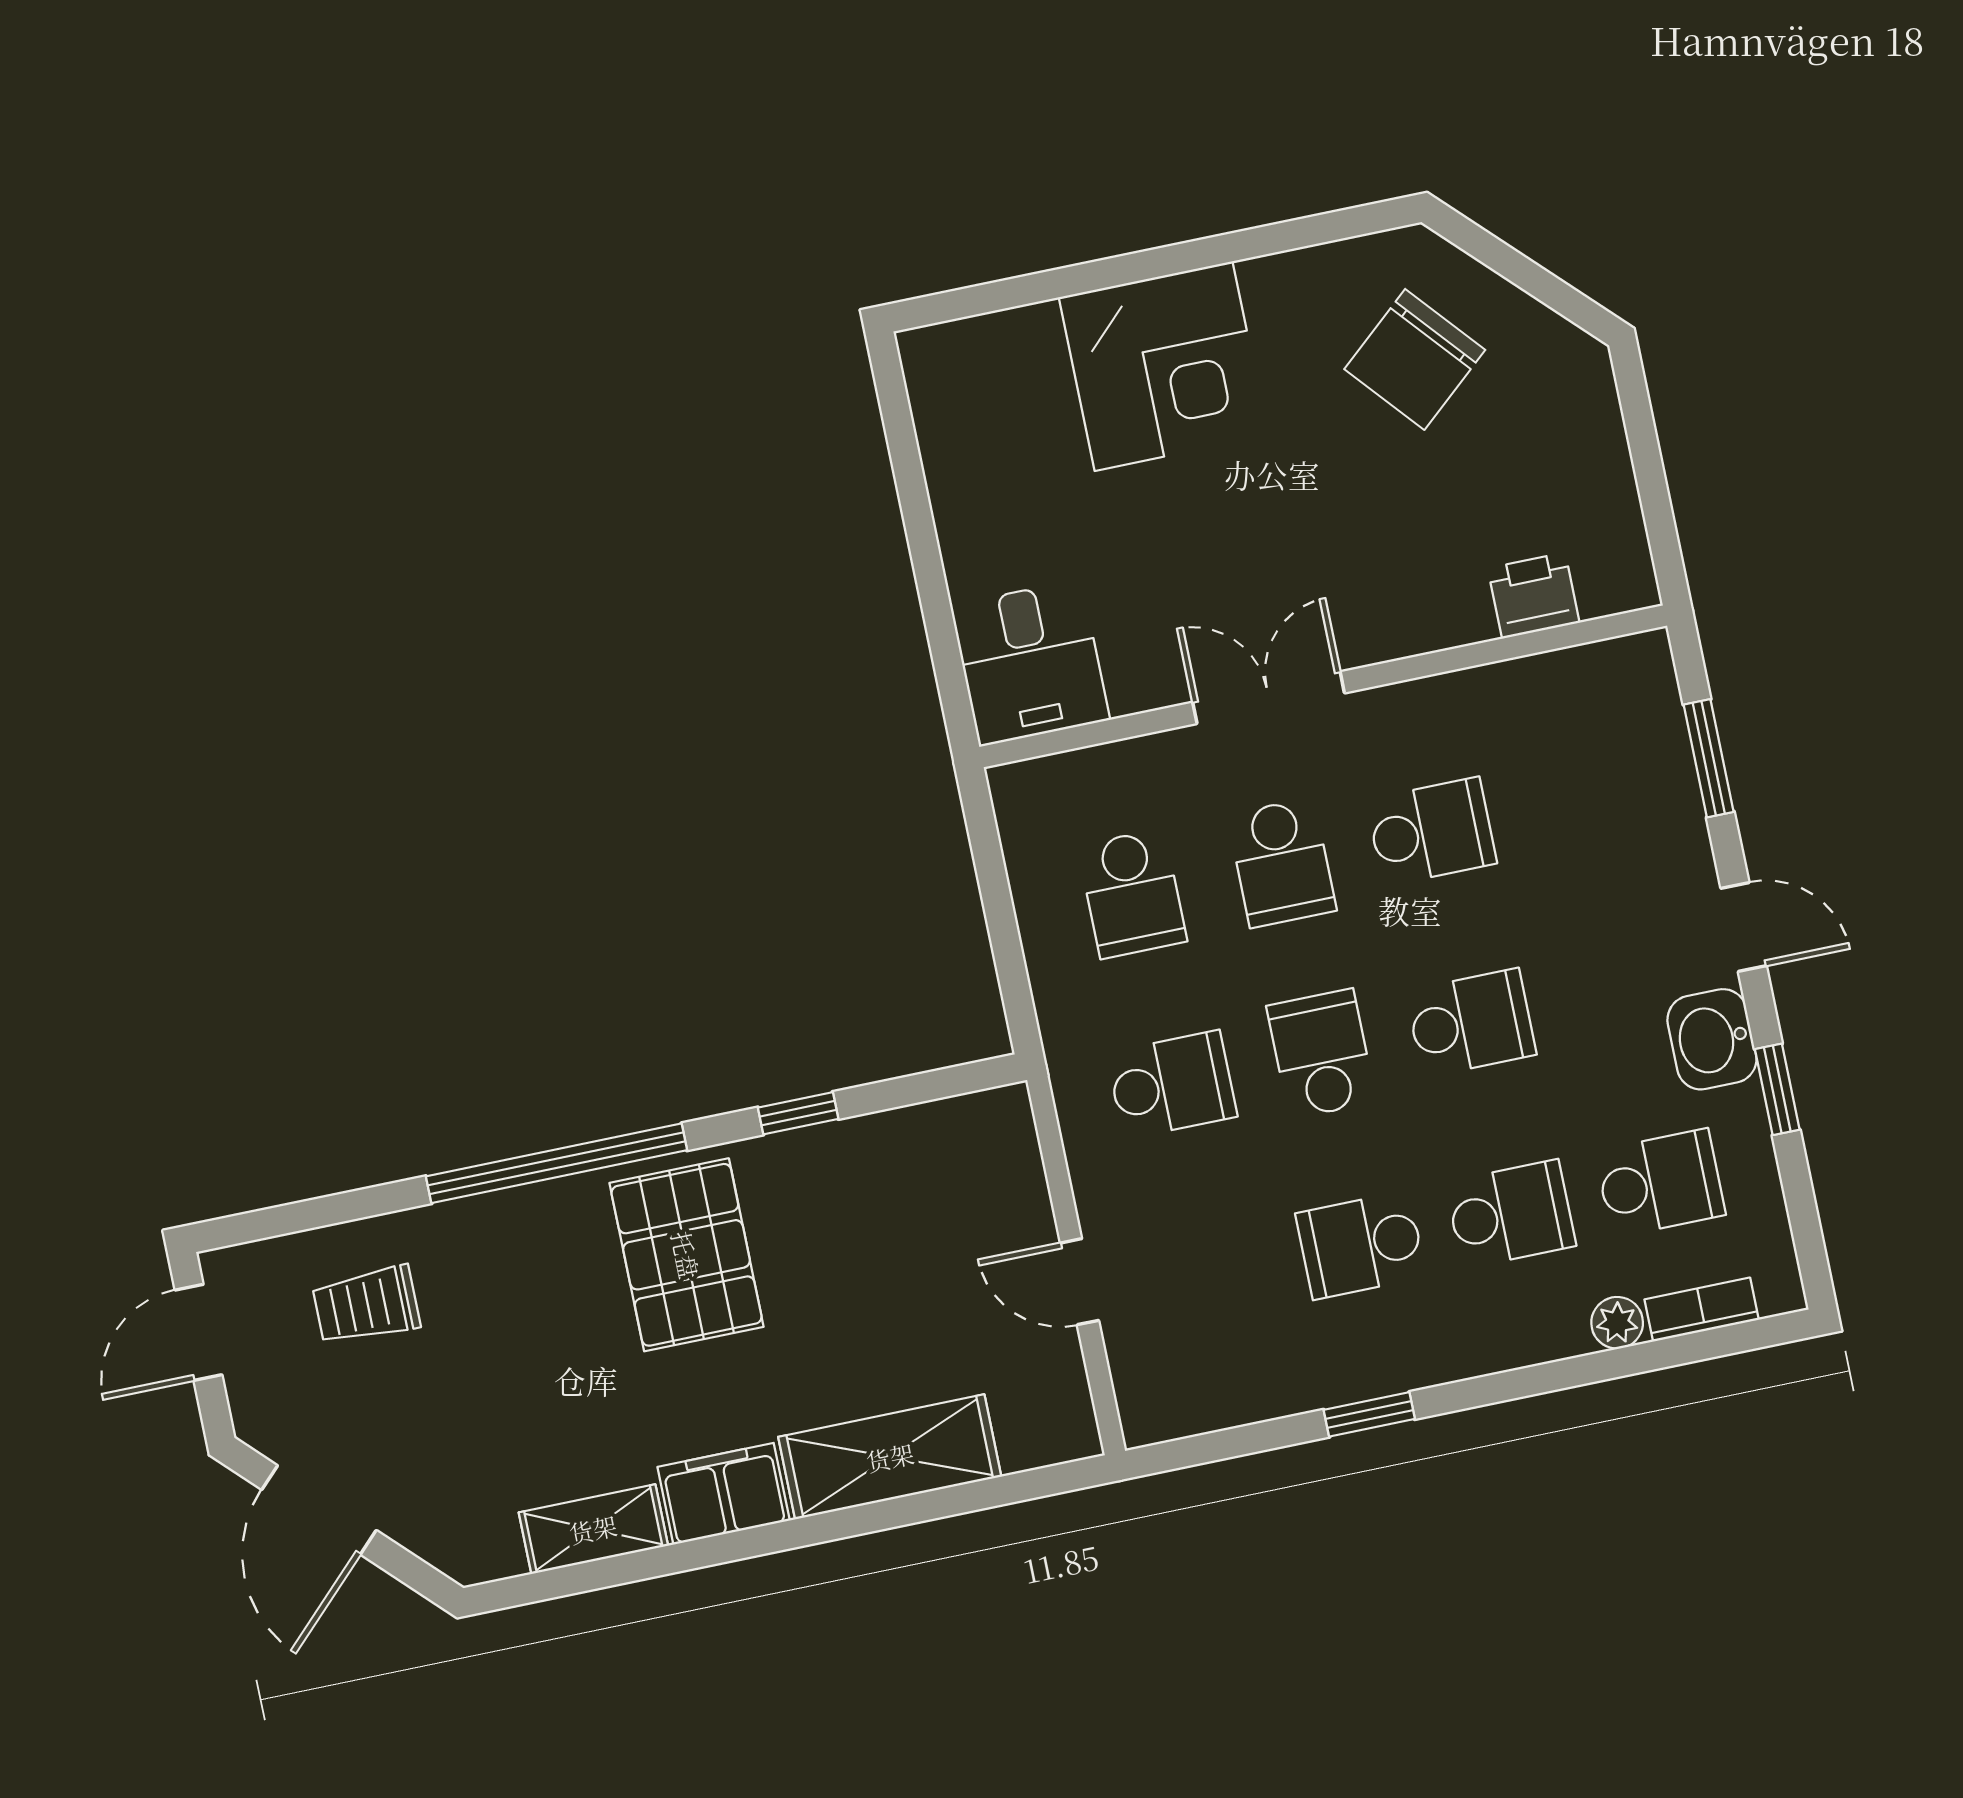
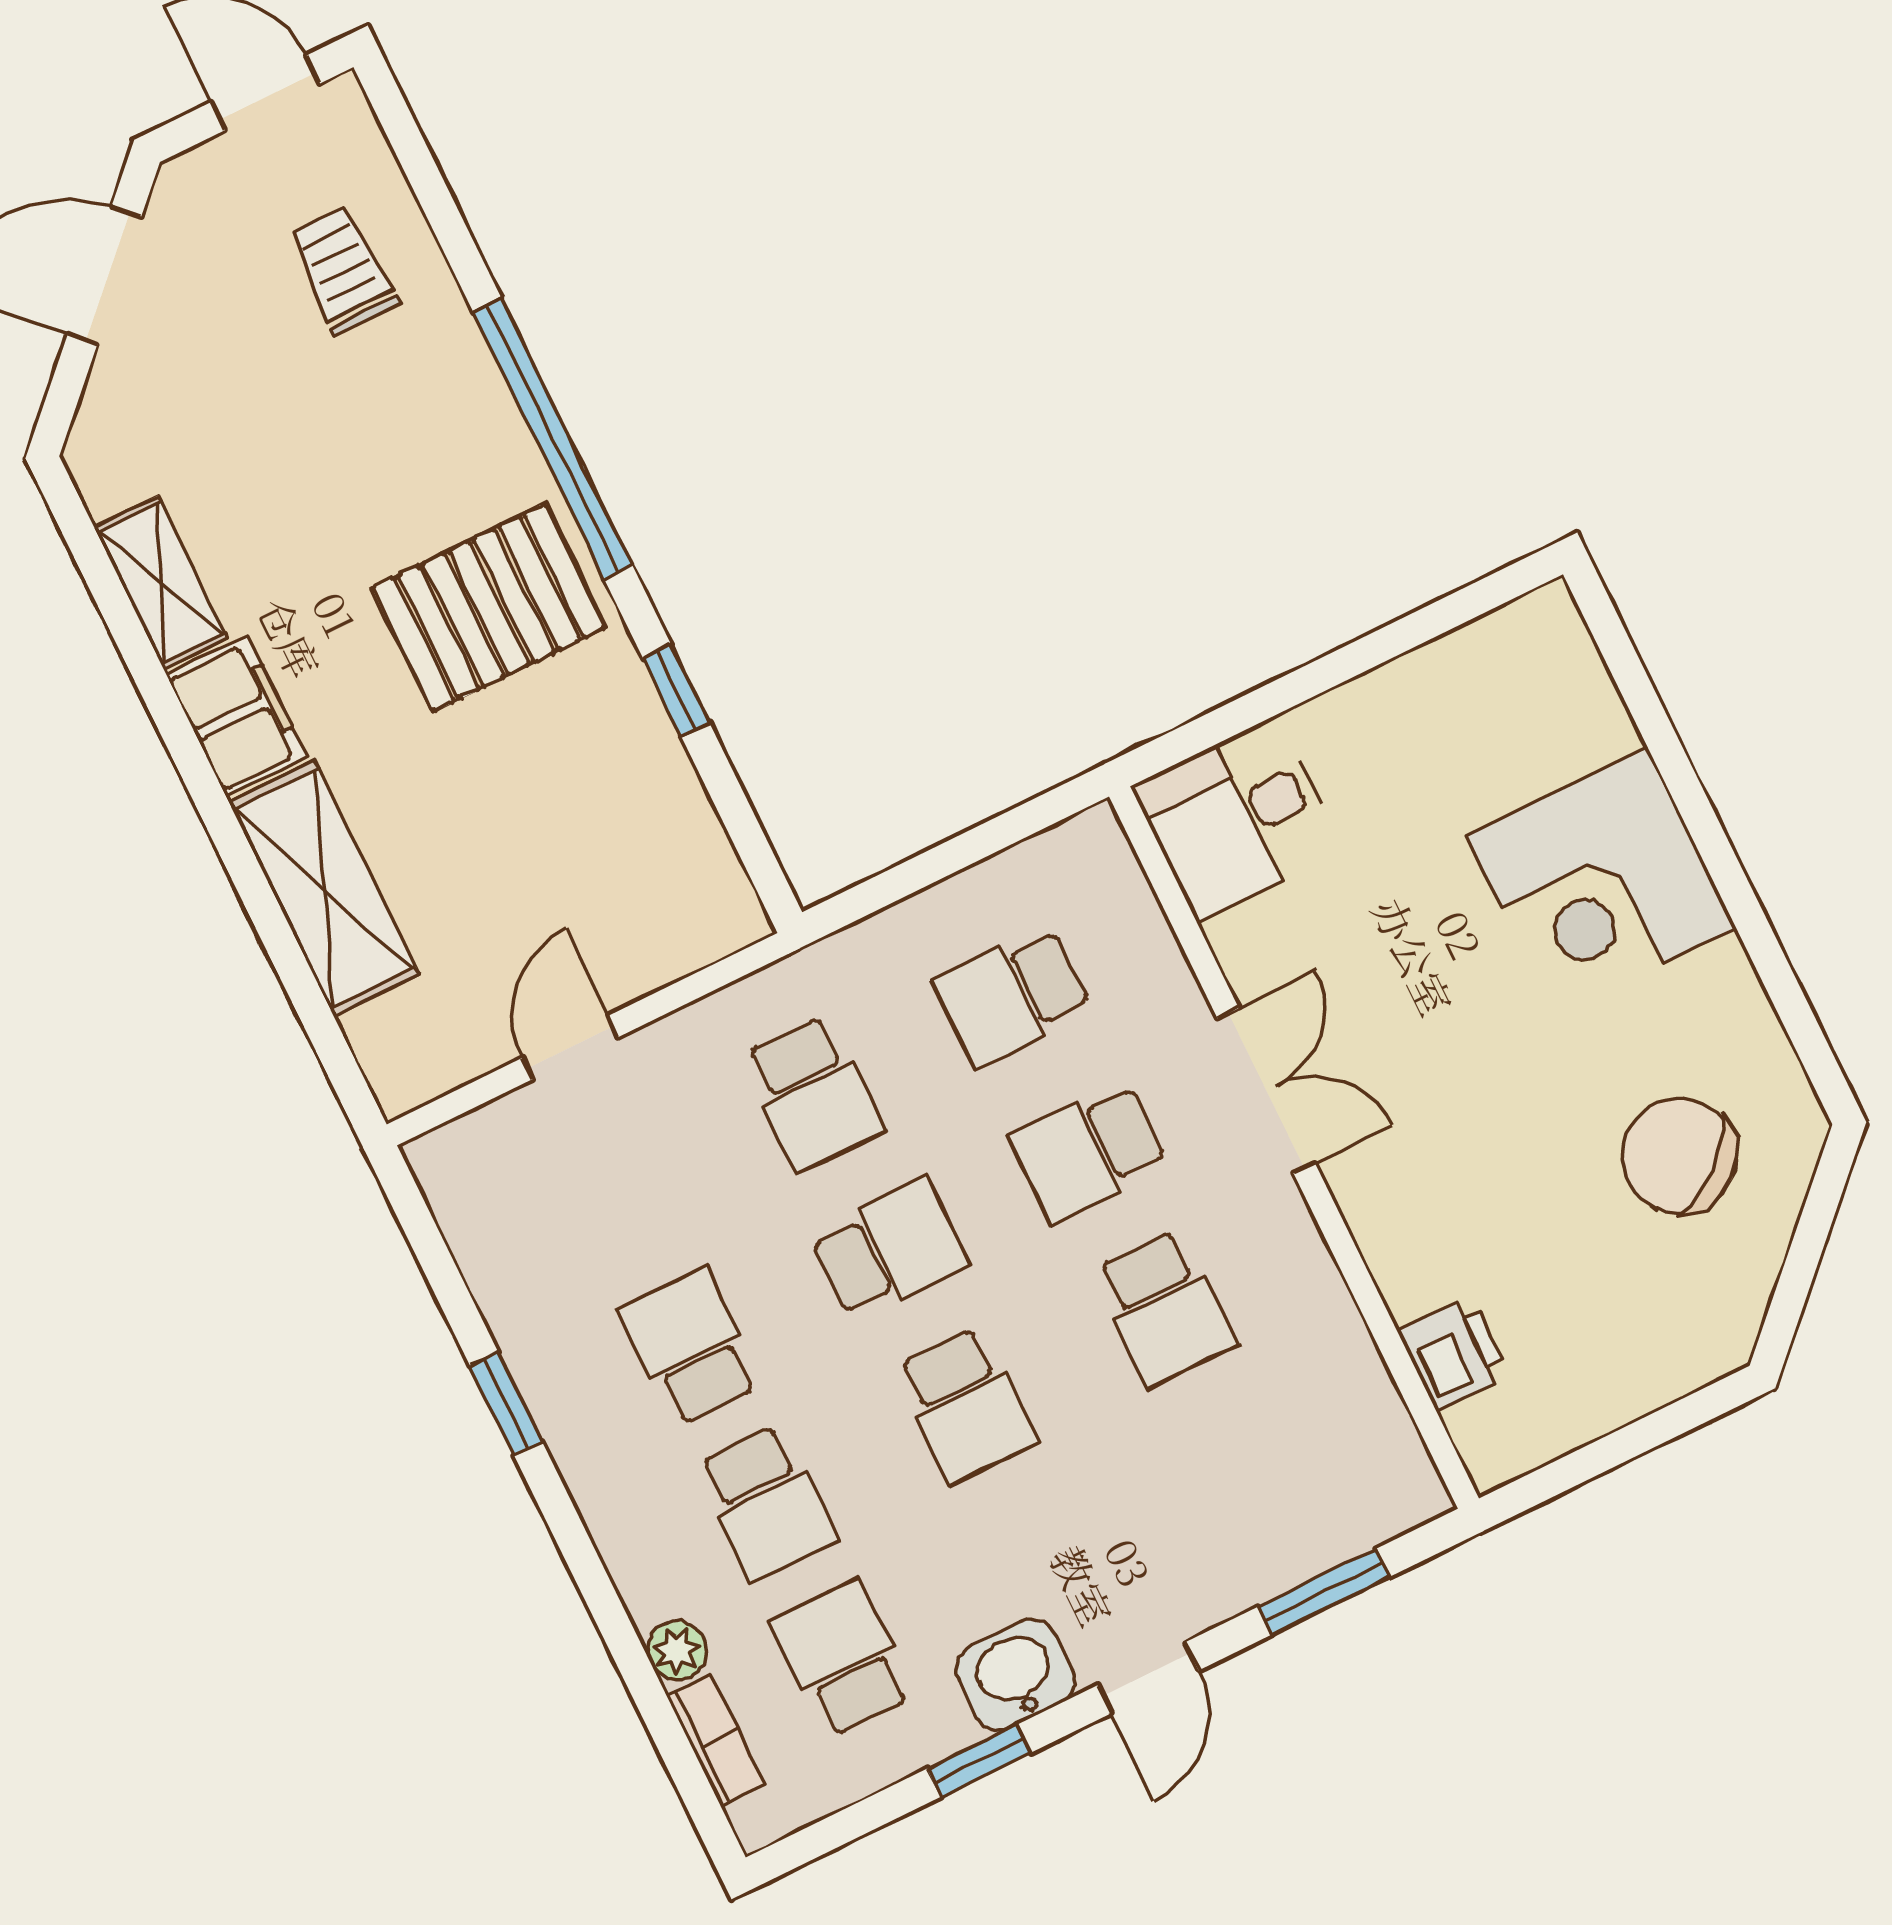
school desk: (1660, 1183) -> (843, 1658), turned 180

